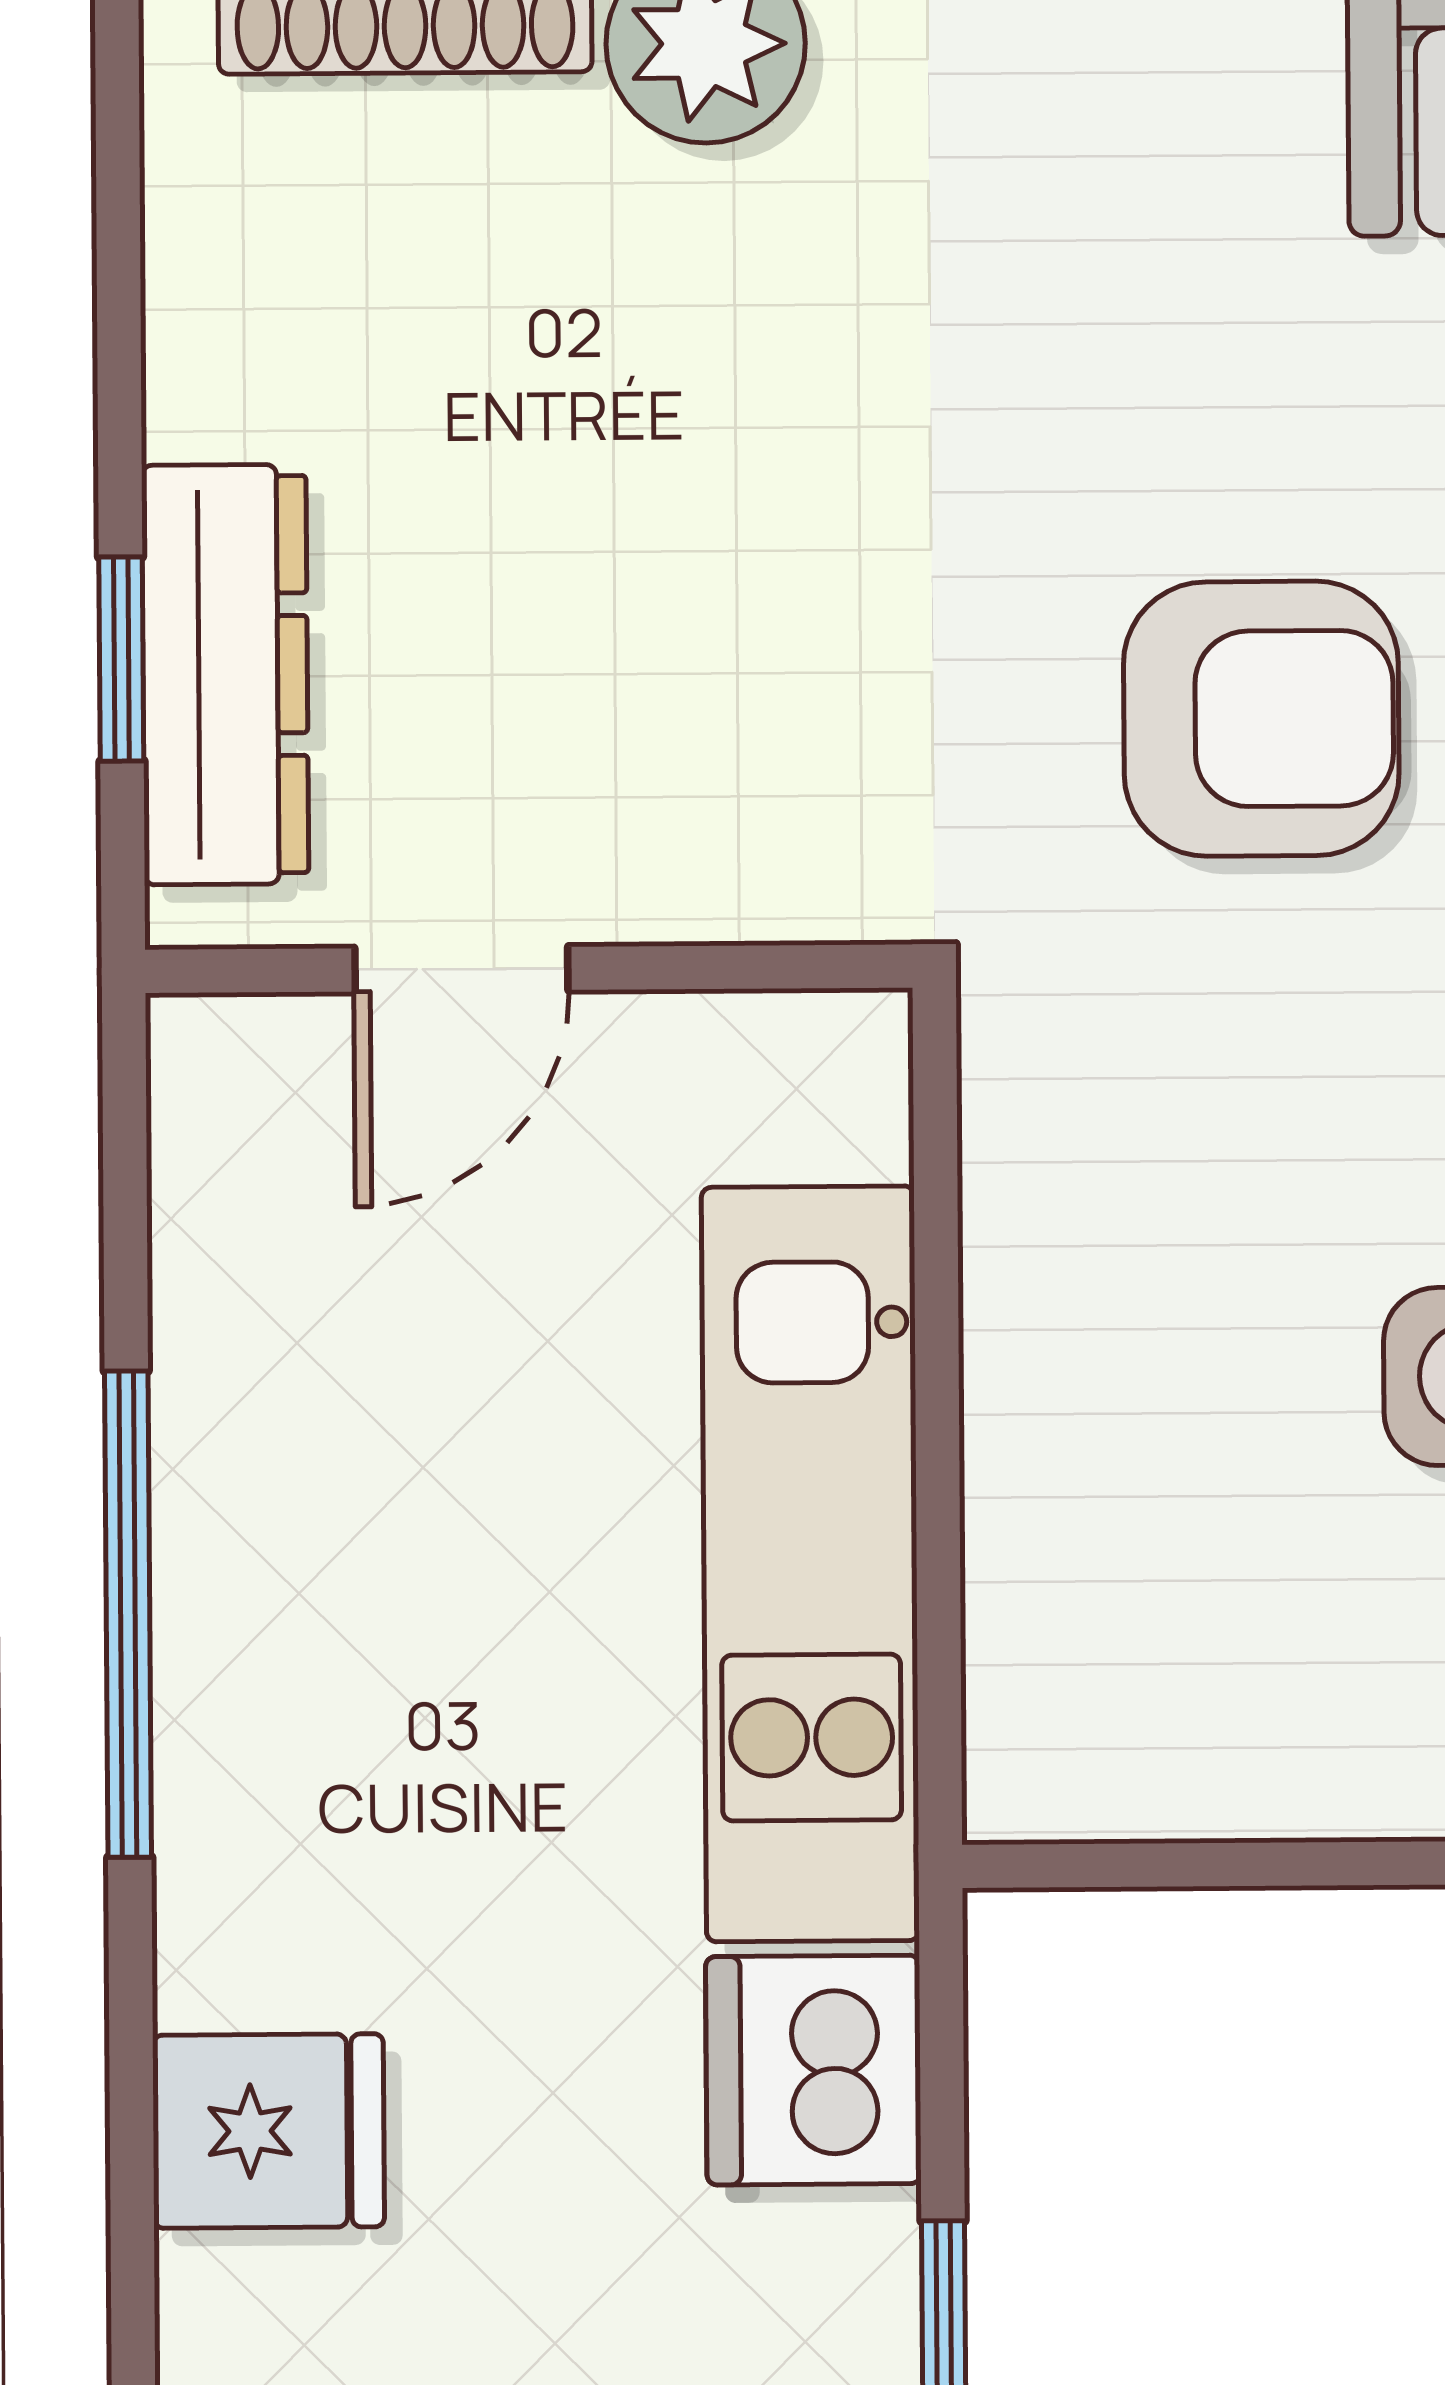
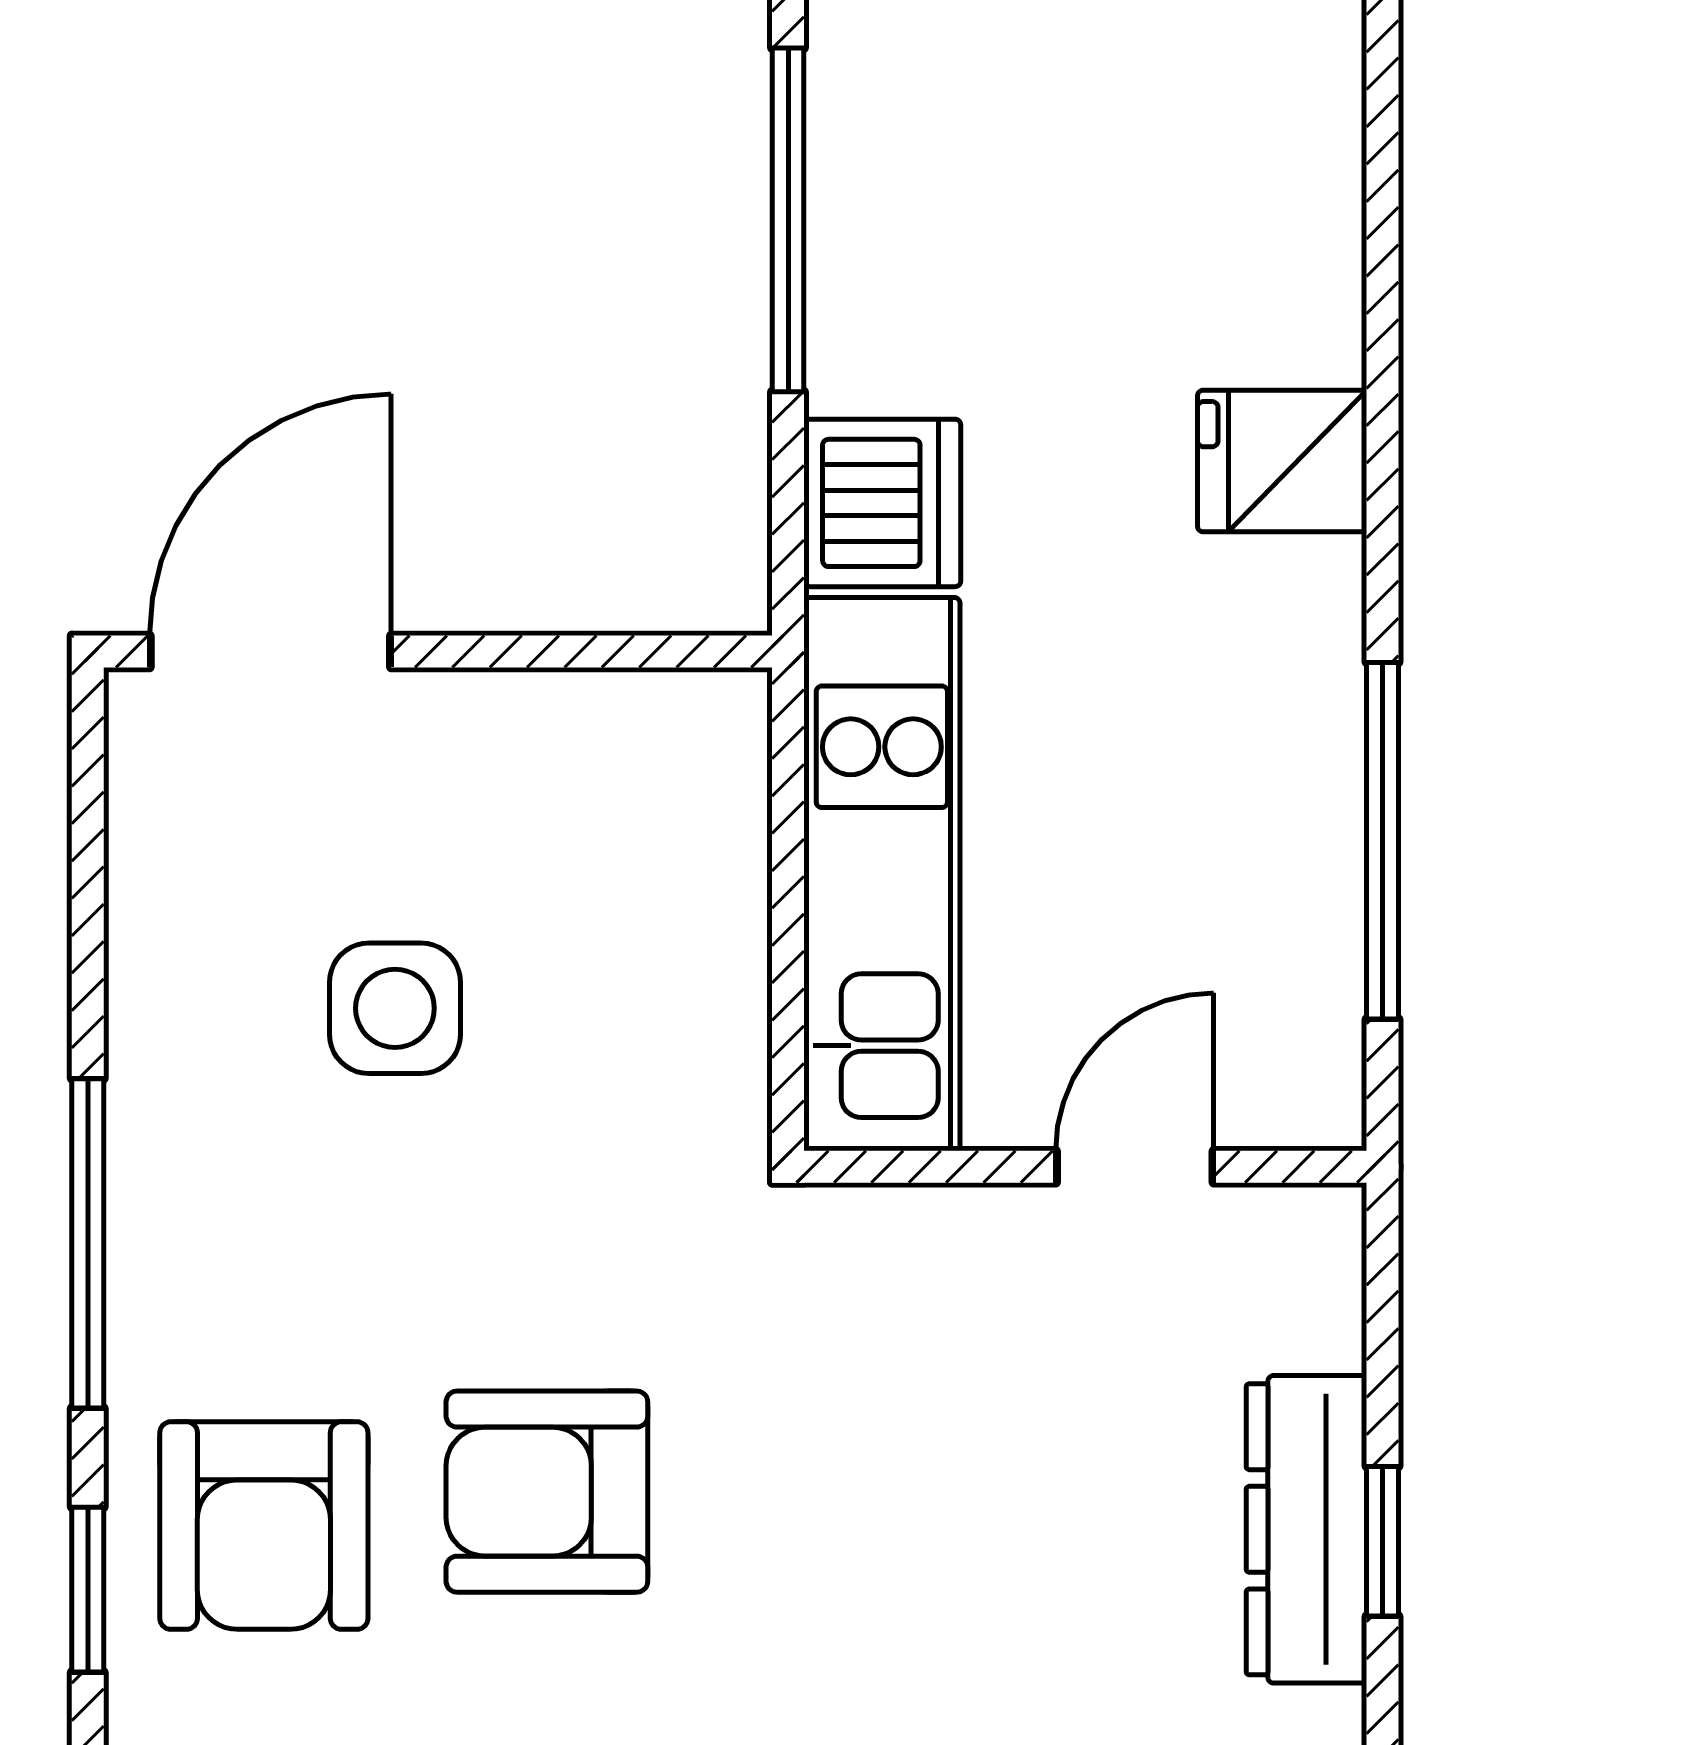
door: (461, 969) -> (1135, 1167), moved
wall: (529, 969) -> (1085, 1167), moved

